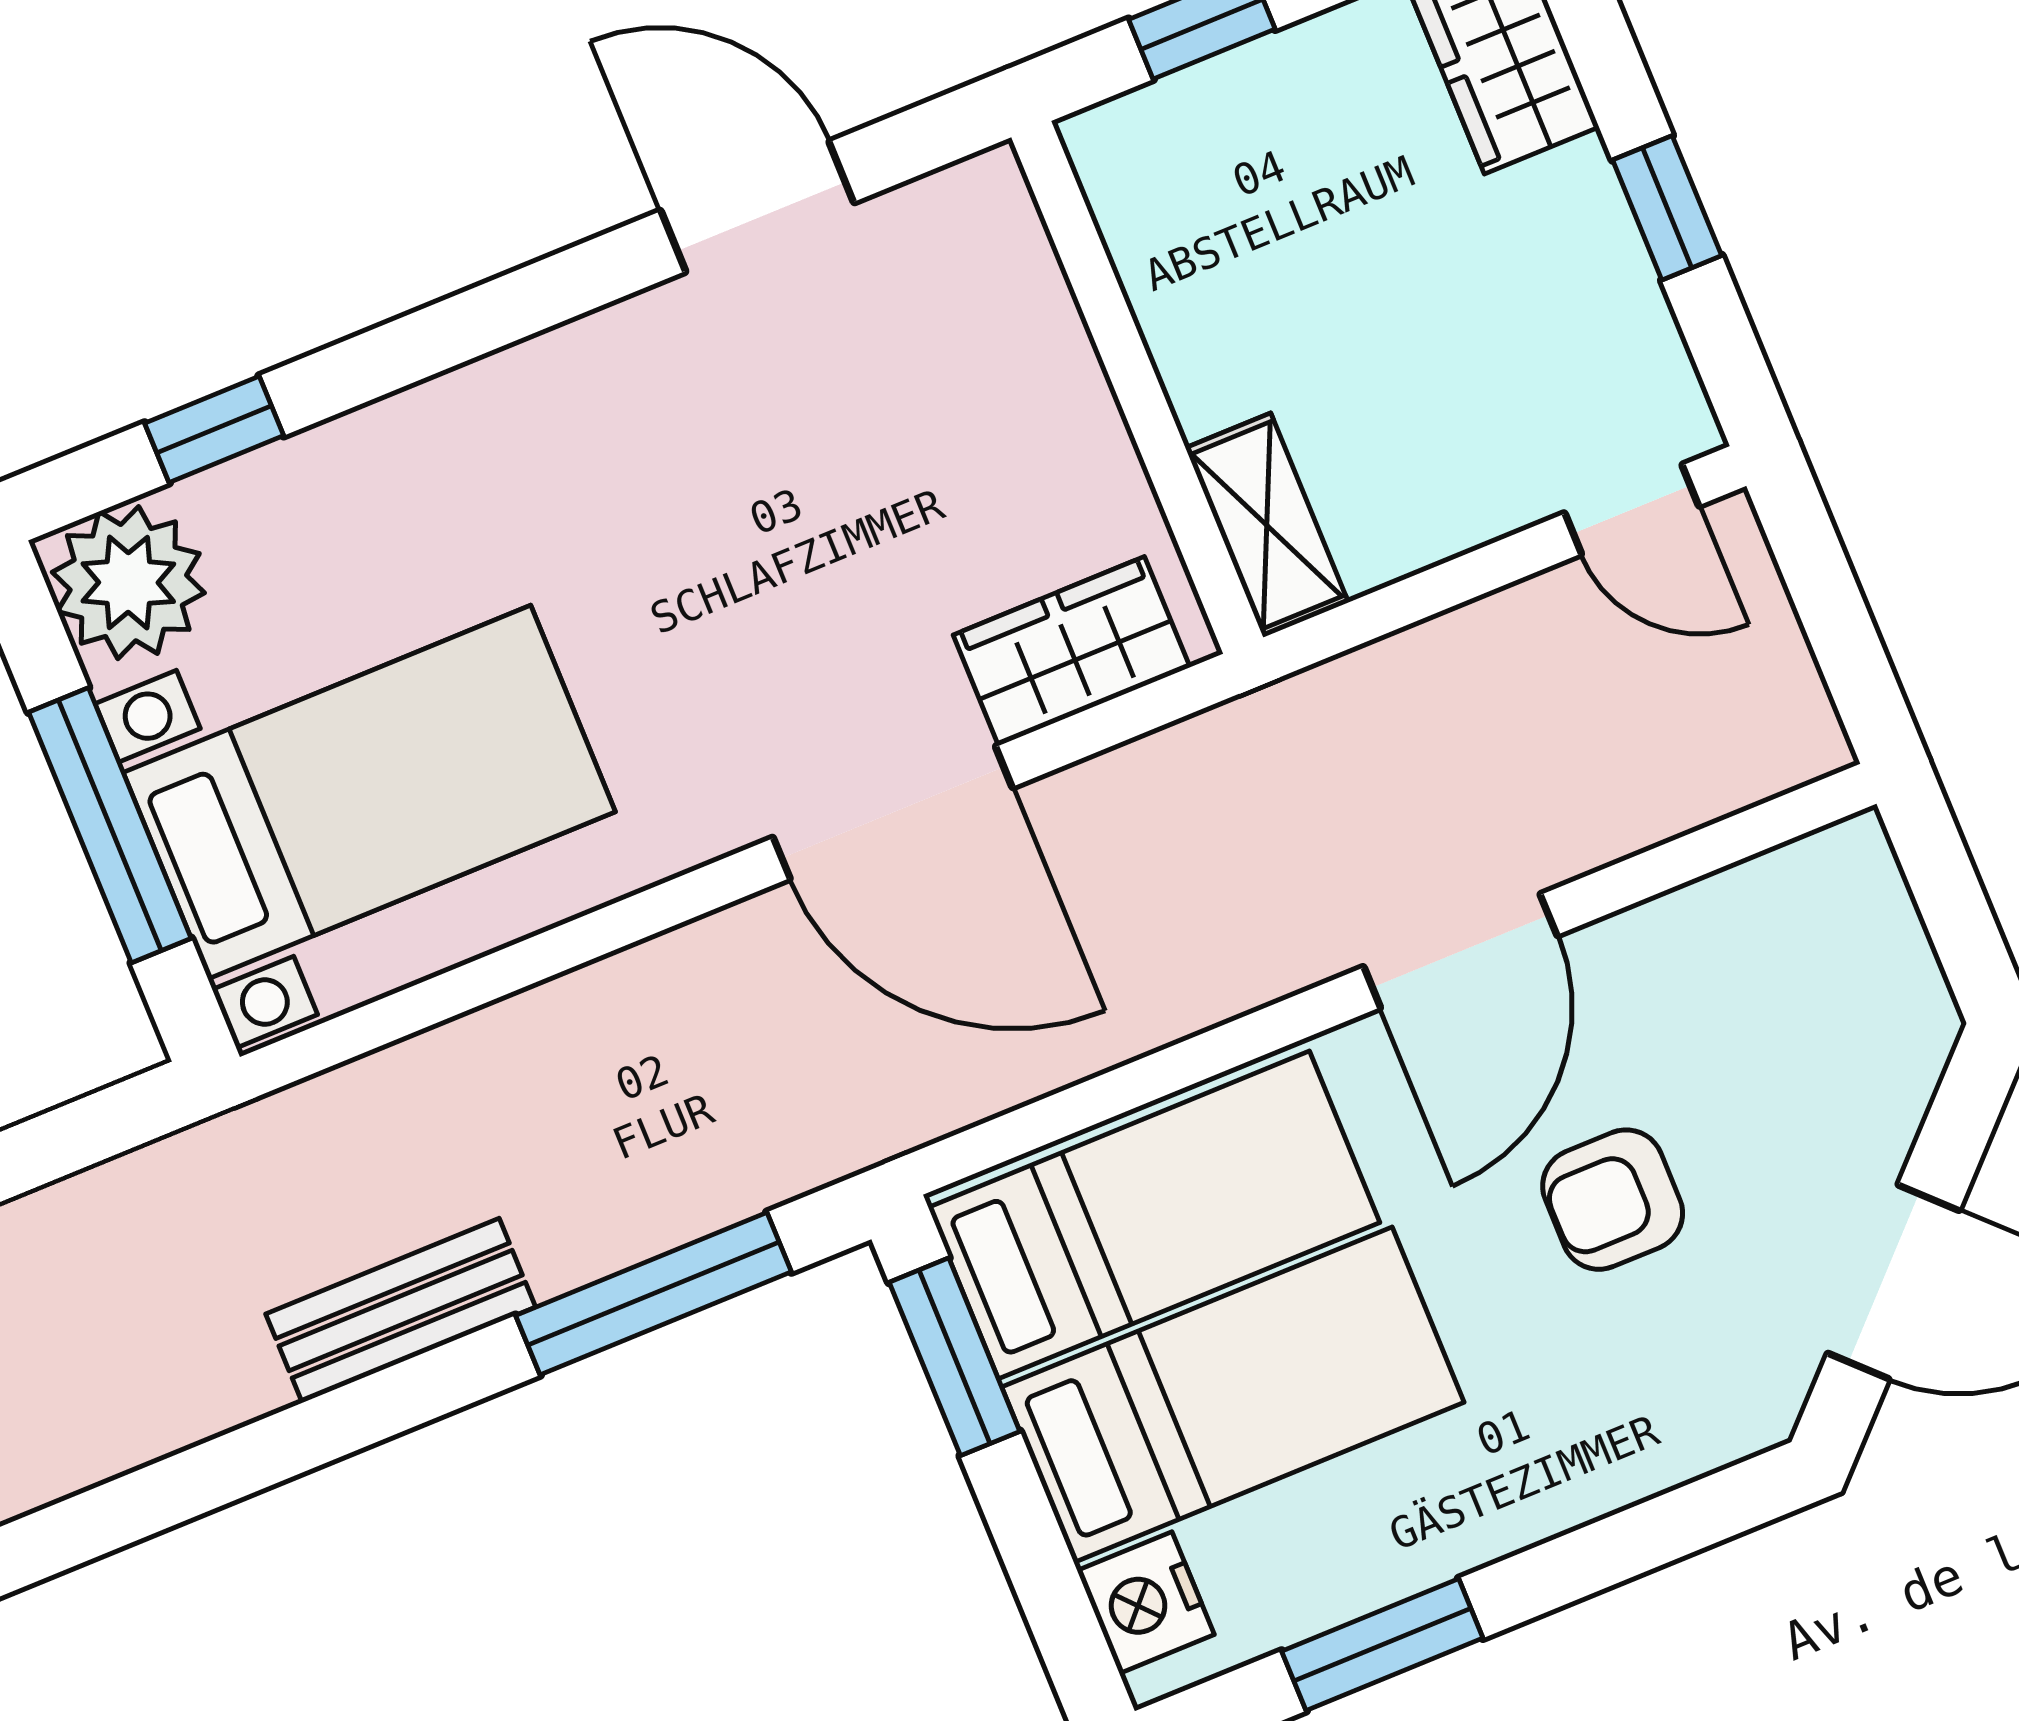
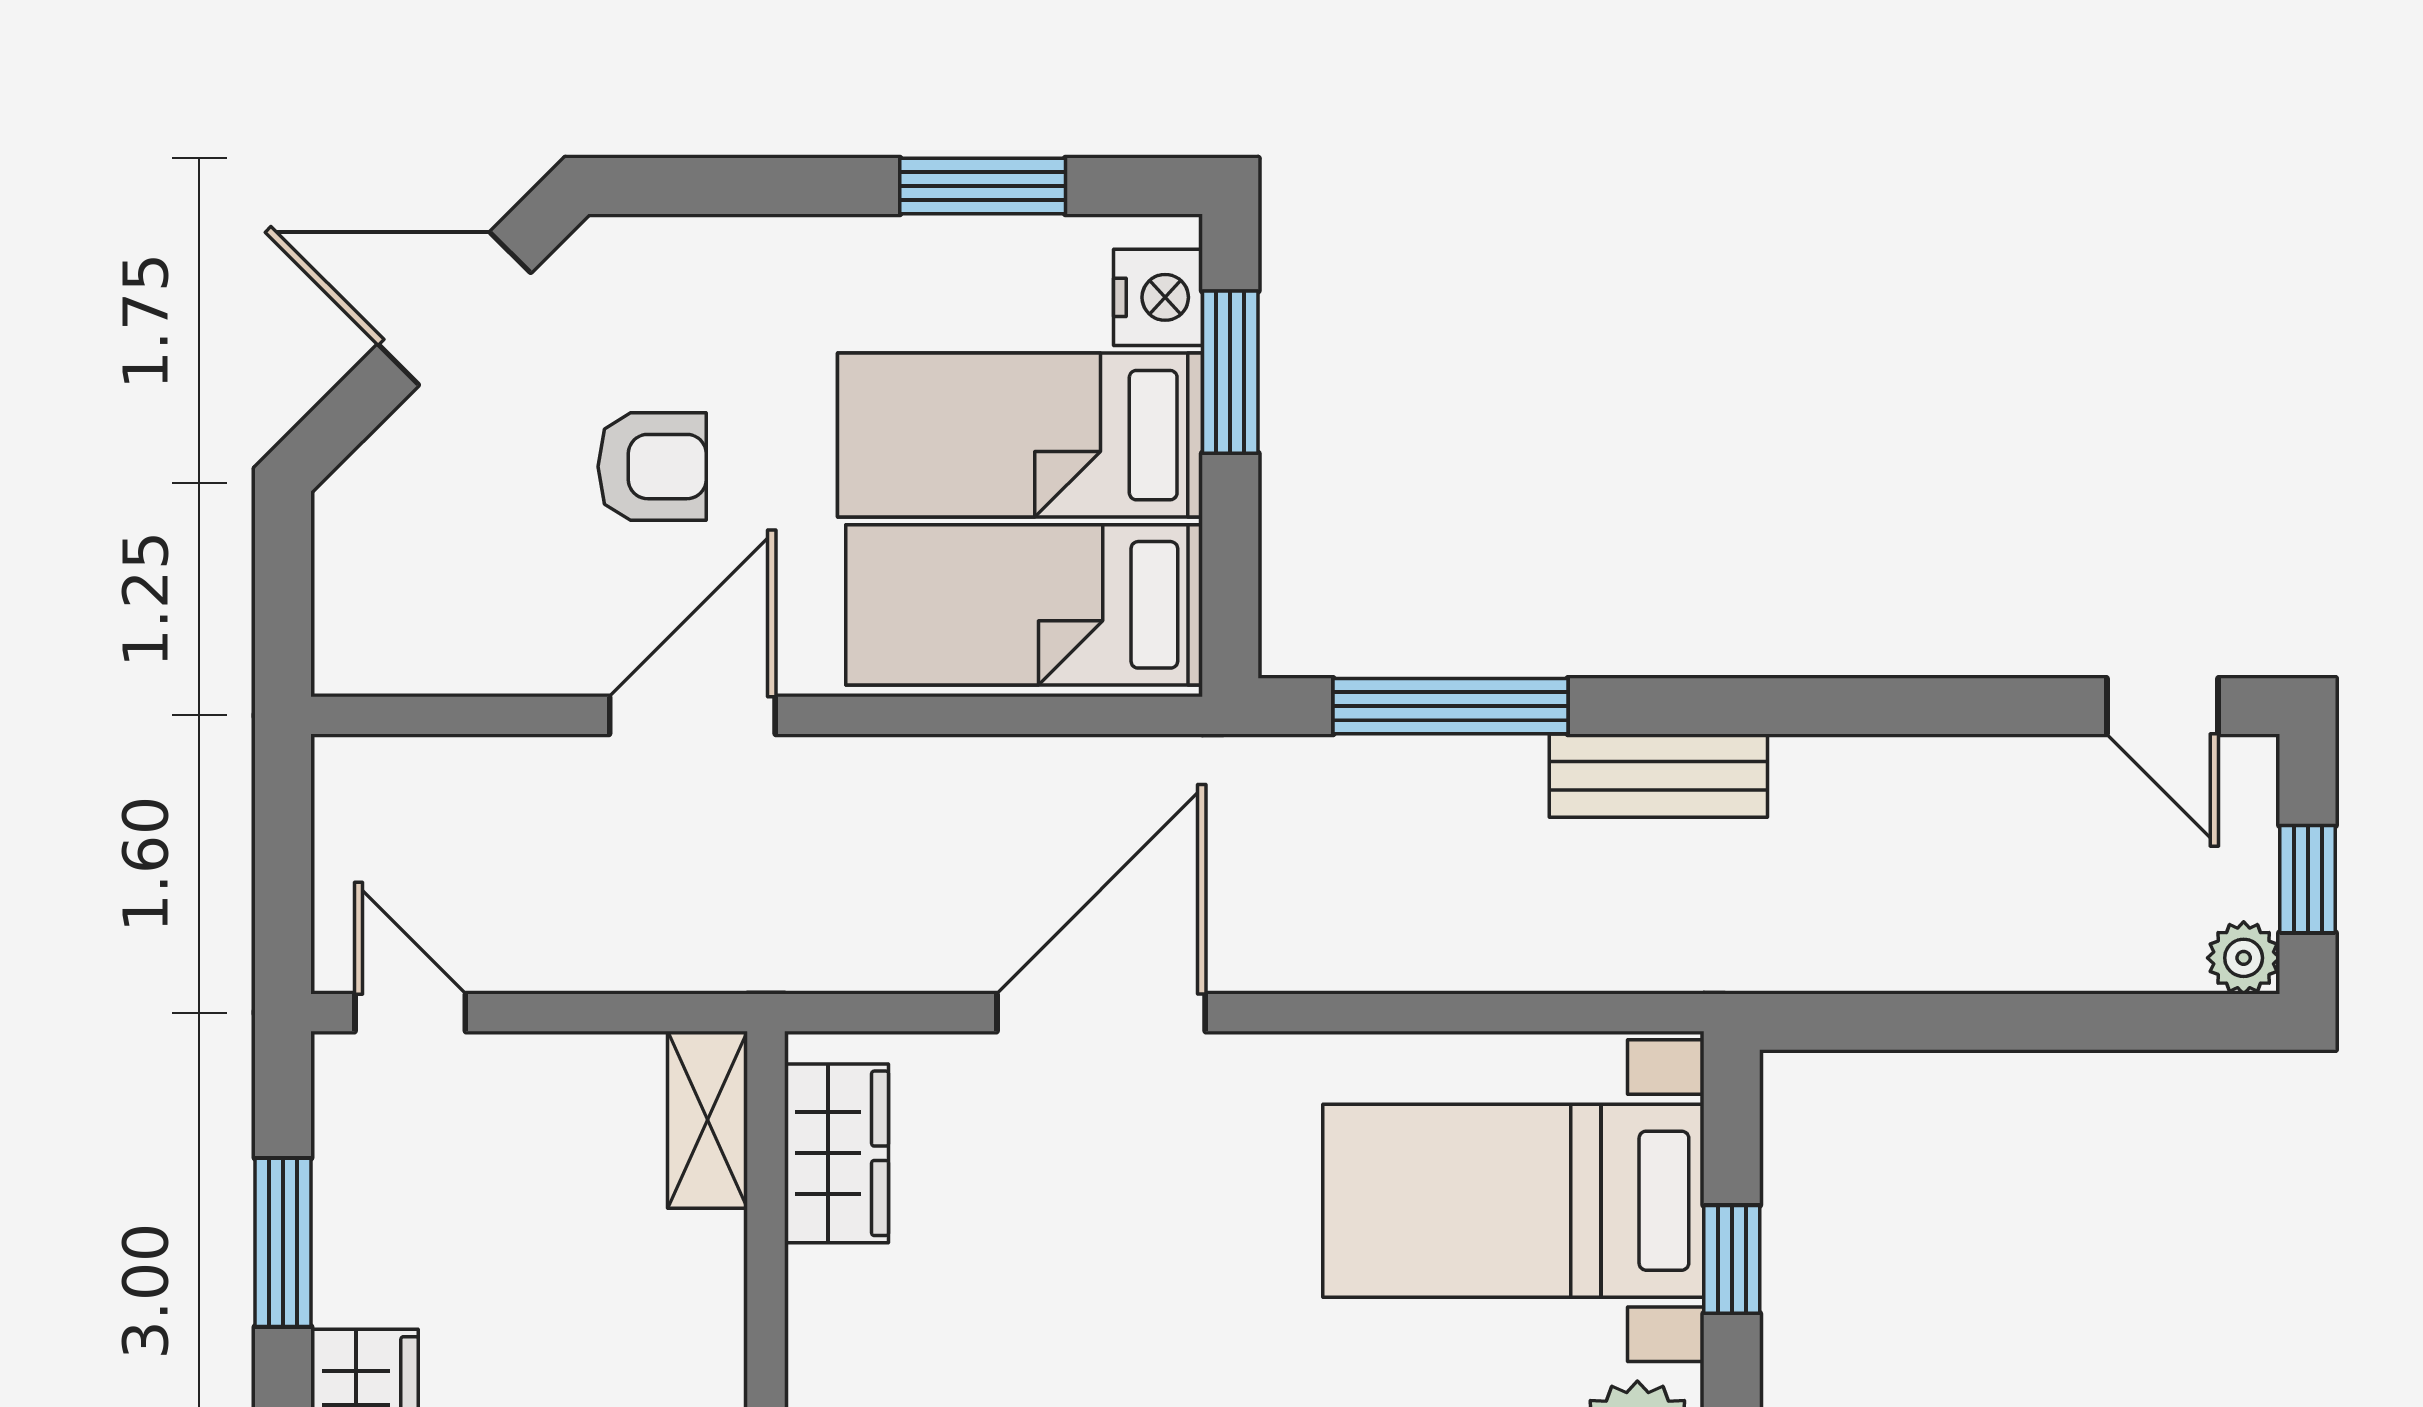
window: (1667, 208) -> (283, 1242), width x1.50
wardrobe: (1072, 651) -> (836, 1153), moved, turned -90
door: (893, 813) -> (1101, 1013), hinge flipped
window: (110, 825) -> (1732, 1259), width x0.46
window: (955, 1357) -> (1230, 372), moved

